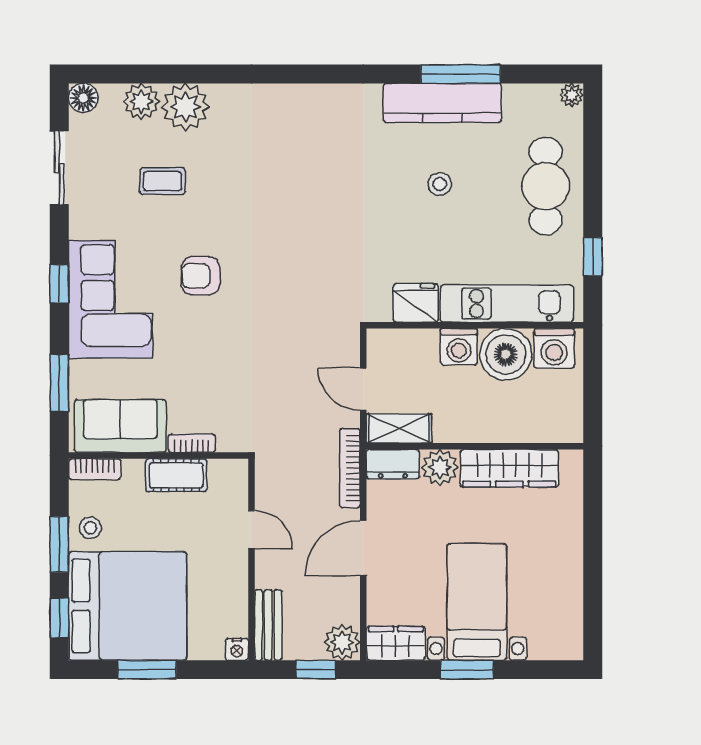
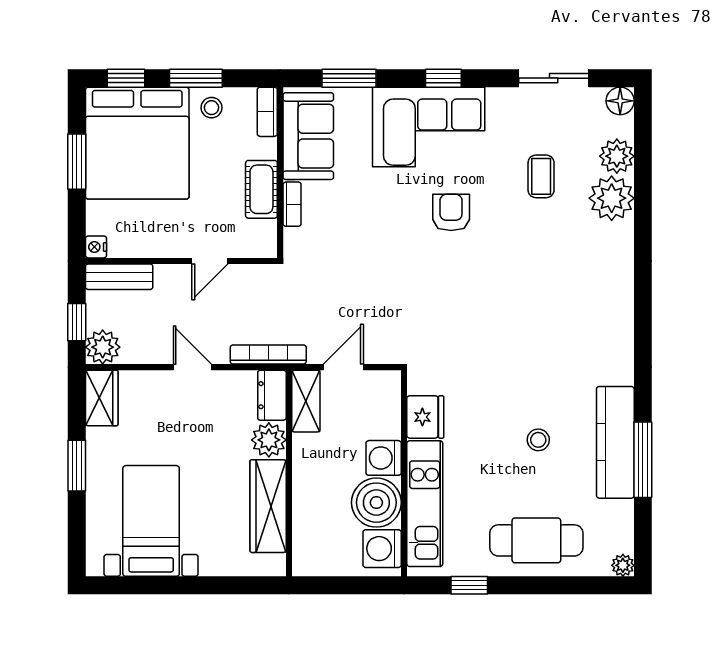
door: (363, 548) -> (192, 367), width x0.73
bed with nightstands: (477, 602) -> (151, 521), moved, turned -90

